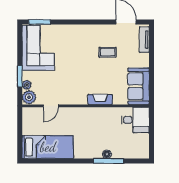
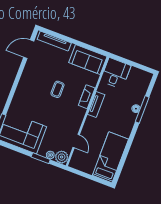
tv unit: (144, 40) -> (54, 41), width x1.41
coffee table: (108, 52) -> (57, 89), moved
tv unit: (96, 112) -> (96, 104), added

